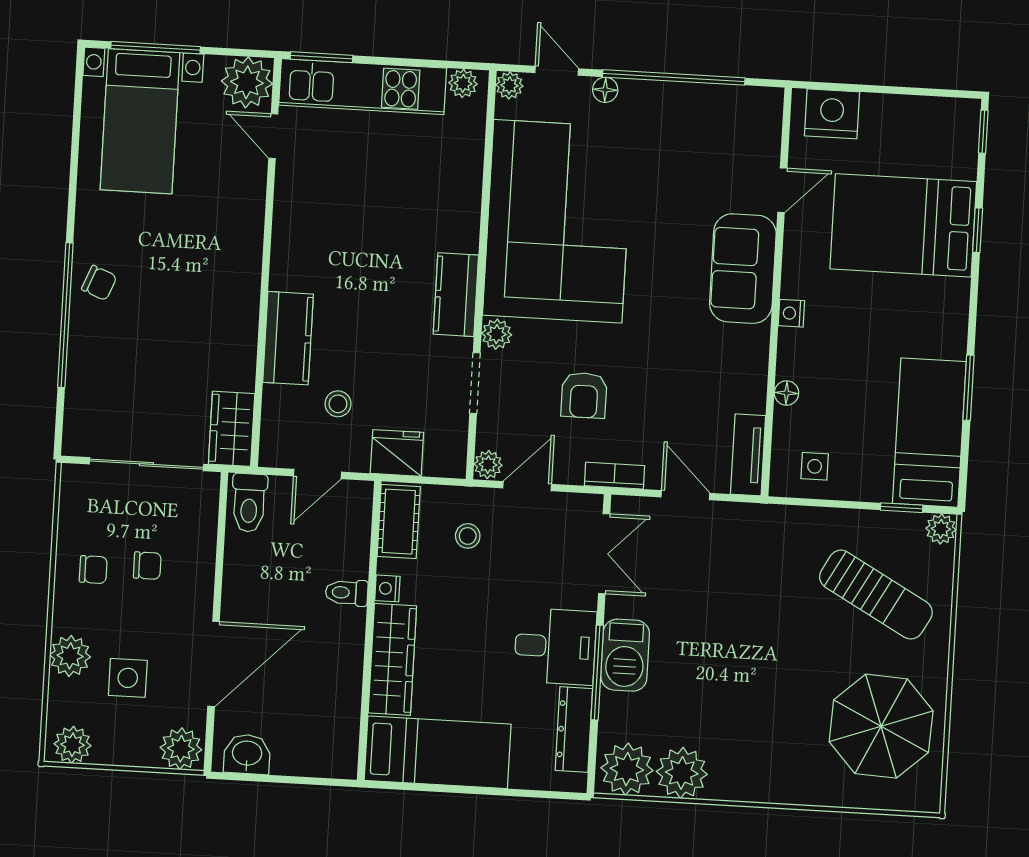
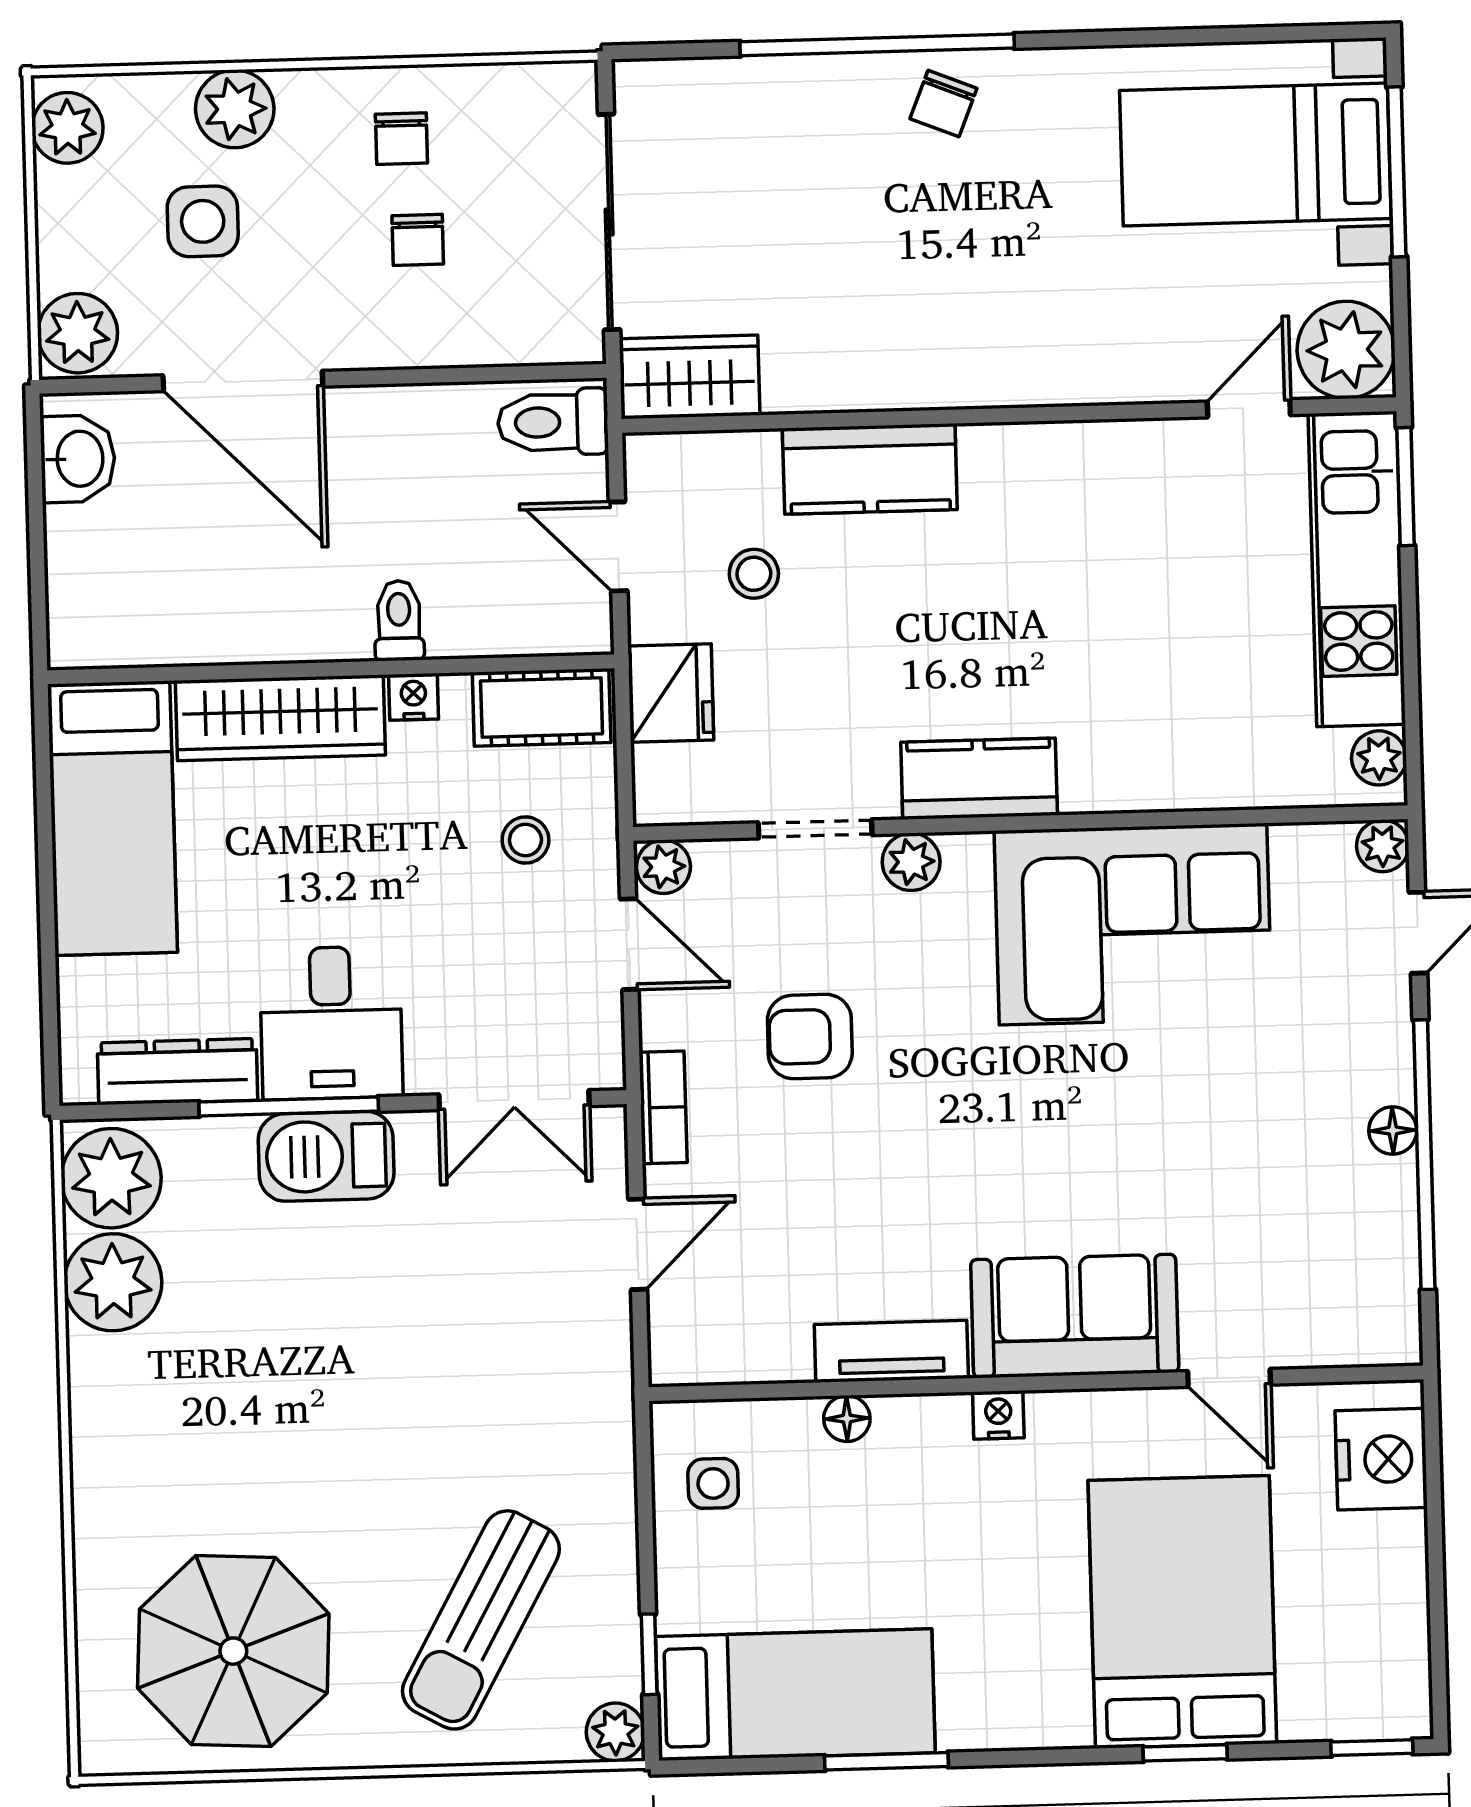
floor lamp: (605, 90) -> (1393, 1130), moved
corner sofa: (558, 221) -> (1133, 924), width x0.73, depth x0.74
tv unit: (748, 455) -> (891, 1351), moved

